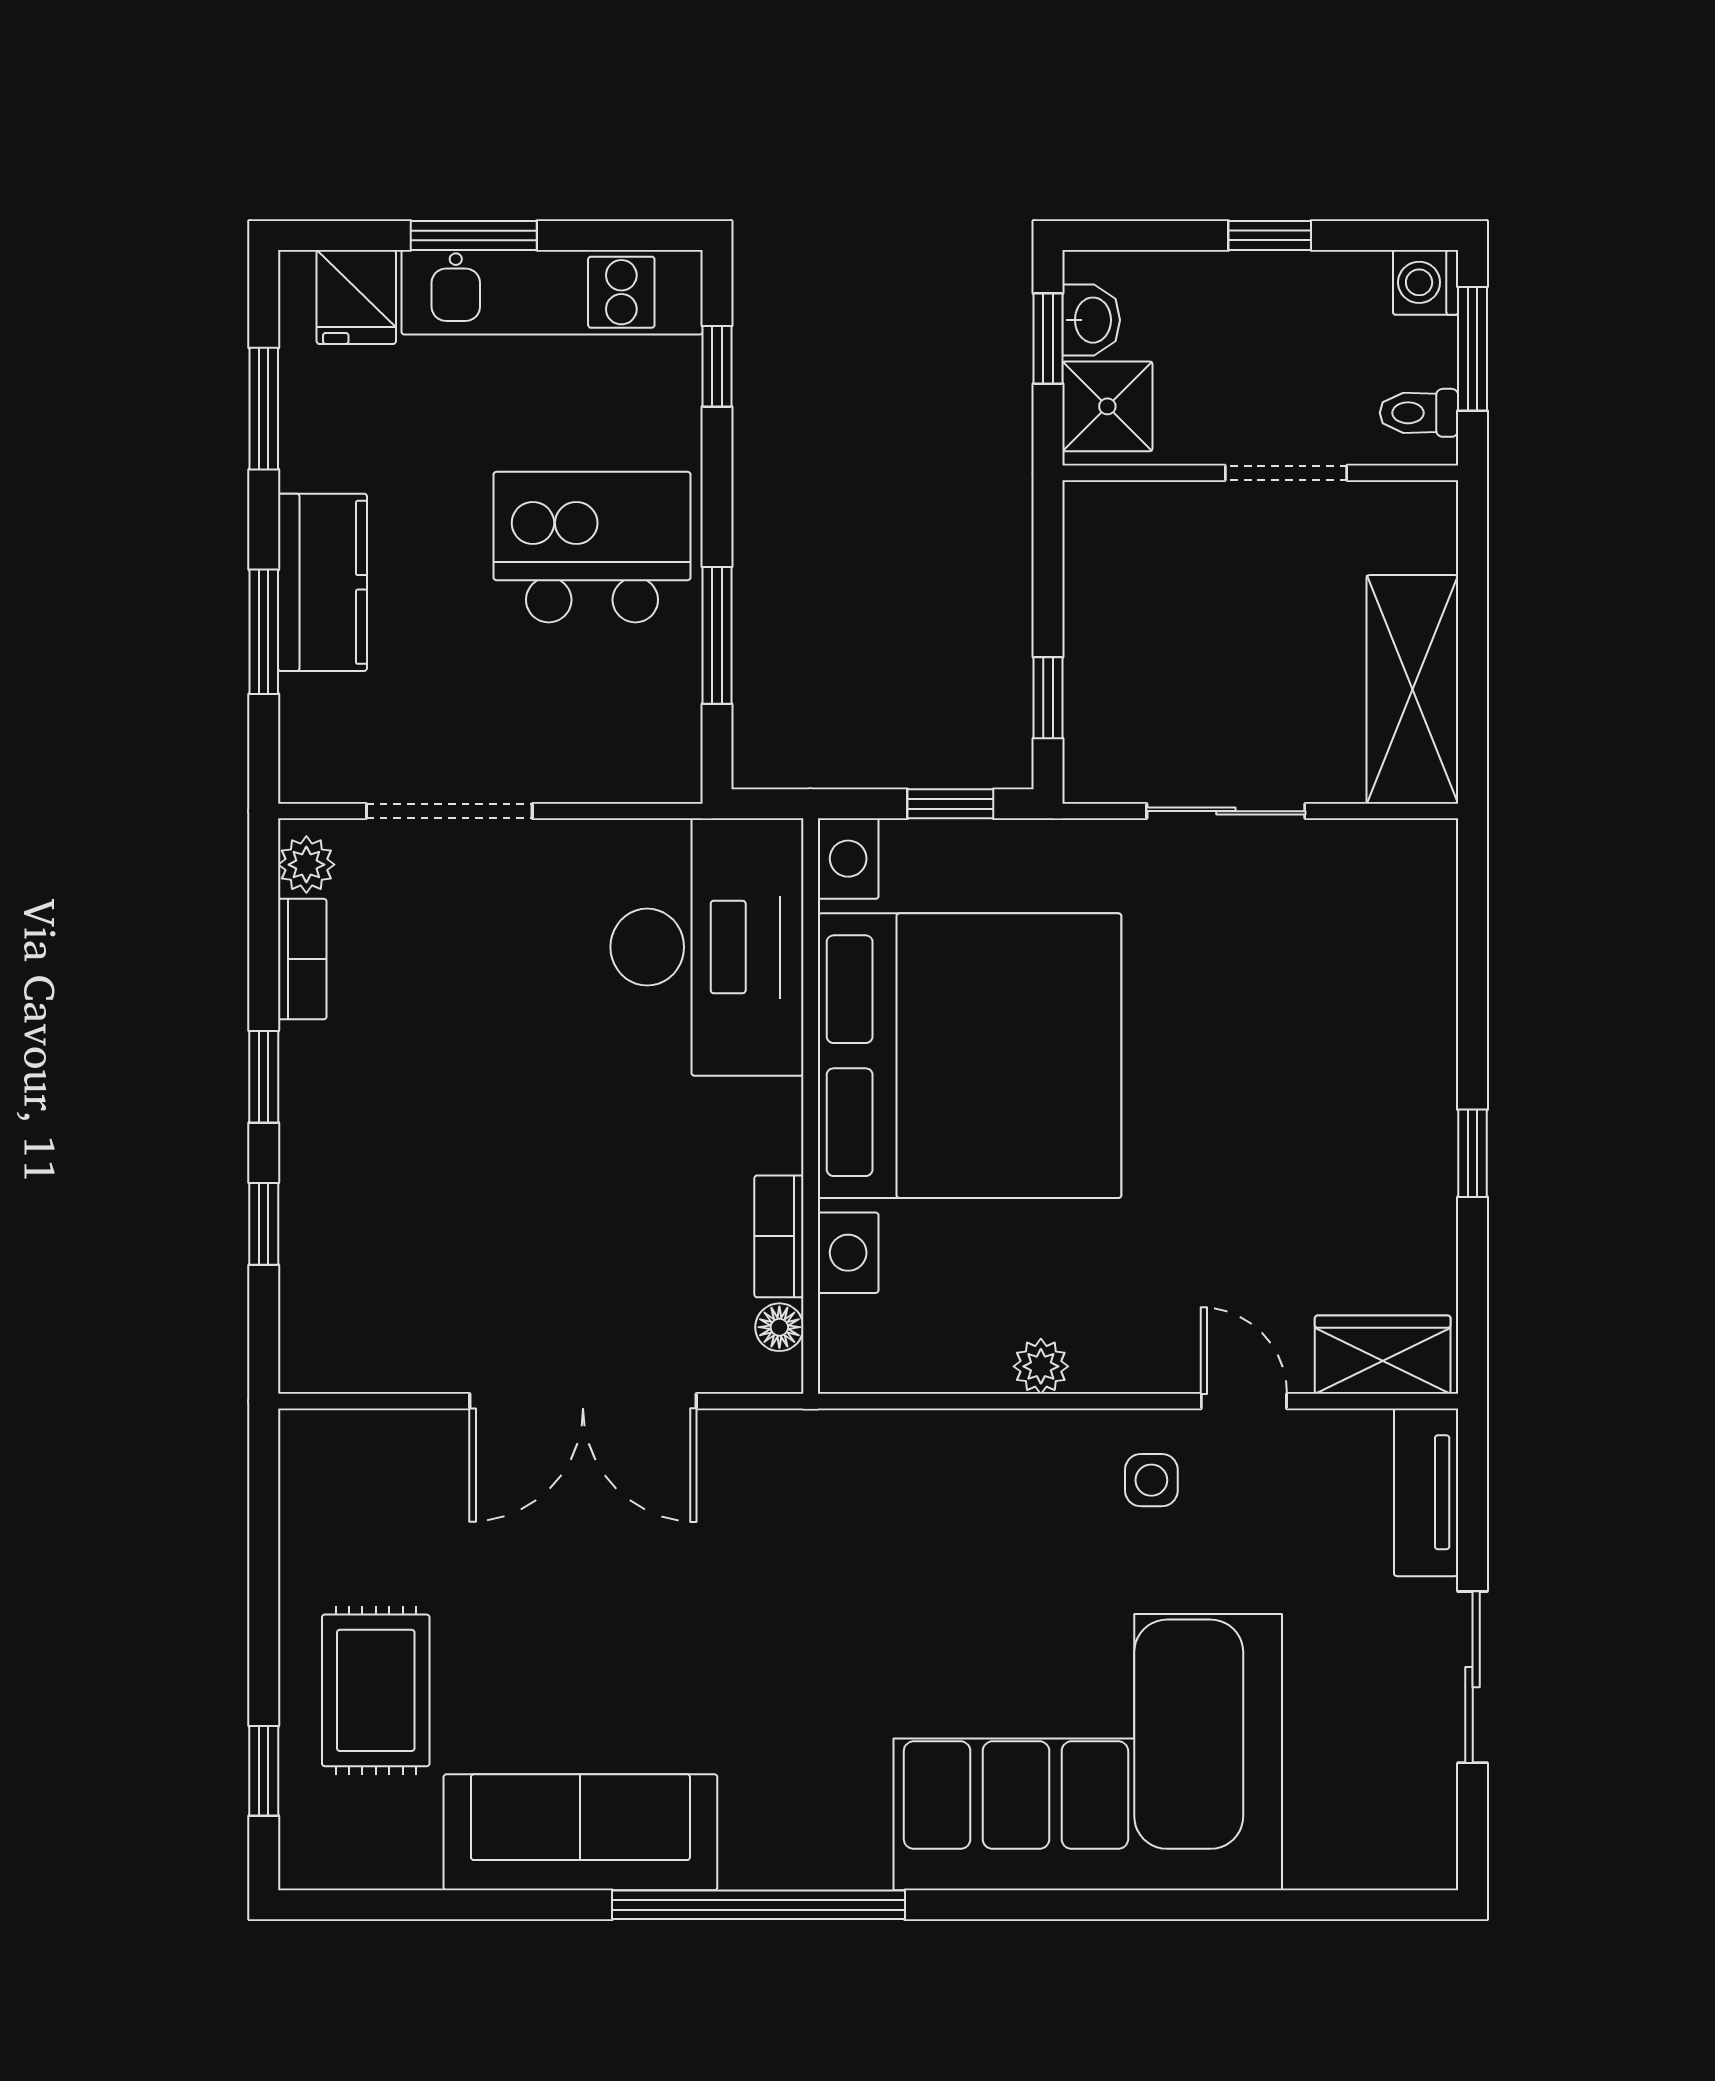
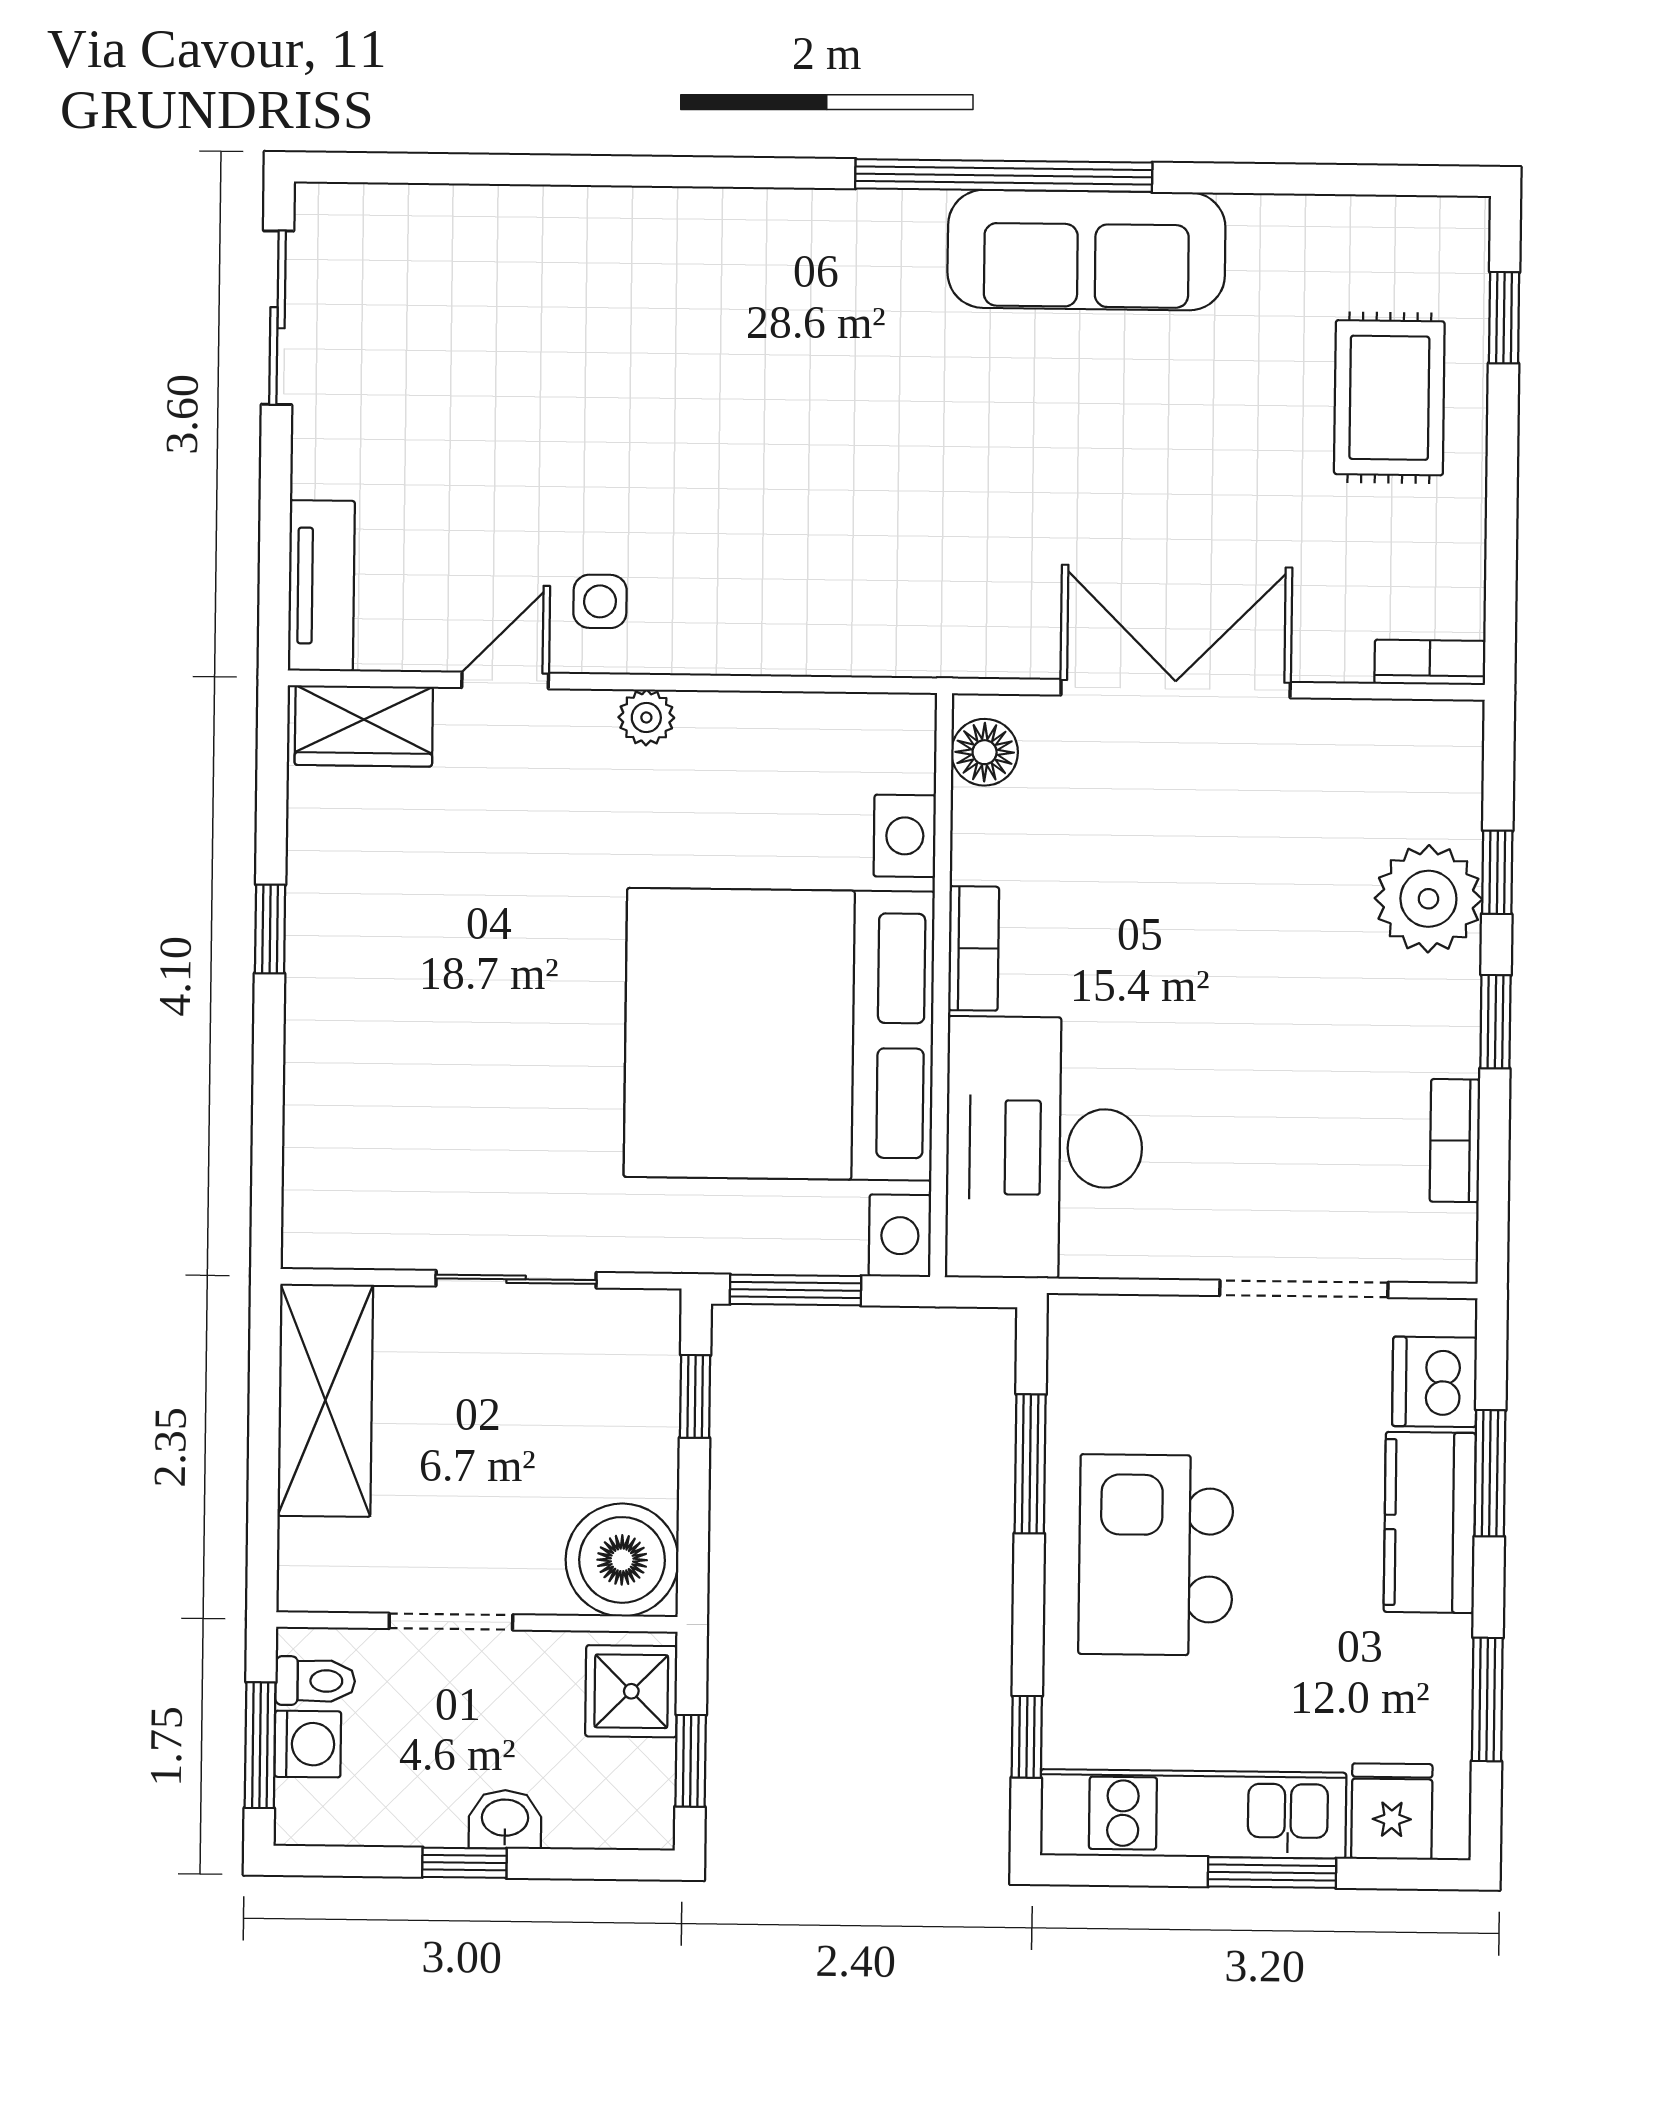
washing machine: (1426, 282) -> (308, 1744), moved
washbasin: (1091, 320) -> (505, 1819), moved, turned 90
boiler: (1118, 536) -> (622, 1560), added
kitchen island: (592, 547) -> (1156, 1555), turned 90
dishwasher: (319, 721) -> (1435, 1382), added
window: (950, 804) -> (795, 1290), width x1.50
plant: (306, 865) -> (1428, 899), moved, width x1.87, depth x1.87
bookcase: (779, 1236) -> (974, 948), moved
floor lamp: (779, 1327) -> (985, 752), width x1.37, depth x1.37
plant: (1041, 1366) -> (646, 717), moved
door: (1244, 1401) -> (505, 680), swing flipped
bookcase: (333, 1430) -> (1430, 662), added
sliding door: (1473, 1677) -> (278, 318), moved
corner sofa: (1088, 1752) -> (668, 326), removed
sofa: (580, 1832) -> (1086, 250), moved

